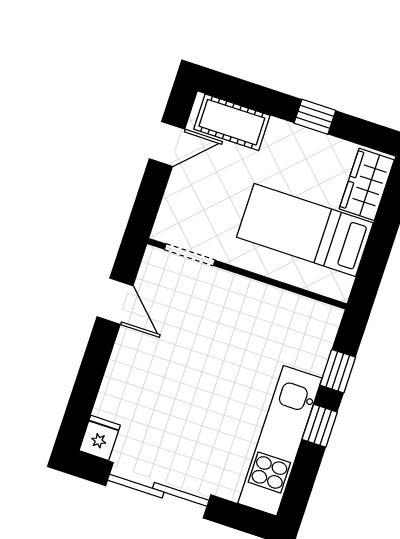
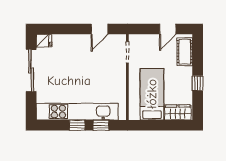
door: (167, 144) -> (168, 29), hinge flipped
kitchen unit: (280, 441) -> (77, 112), width x1.36

